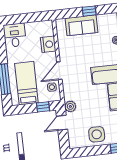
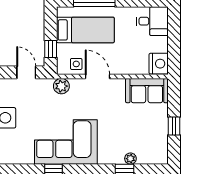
sofa: (82, 25) -> (147, 91), moved, turned -90
nightstand: (48, 44) -> (159, 64), moved, turned -90
plant: (70, 106) -> (61, 86), moved

